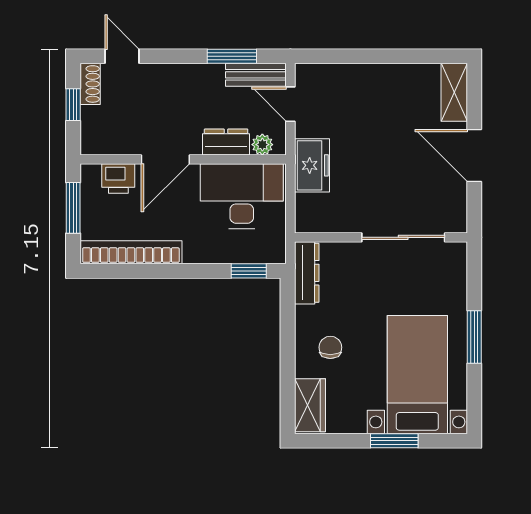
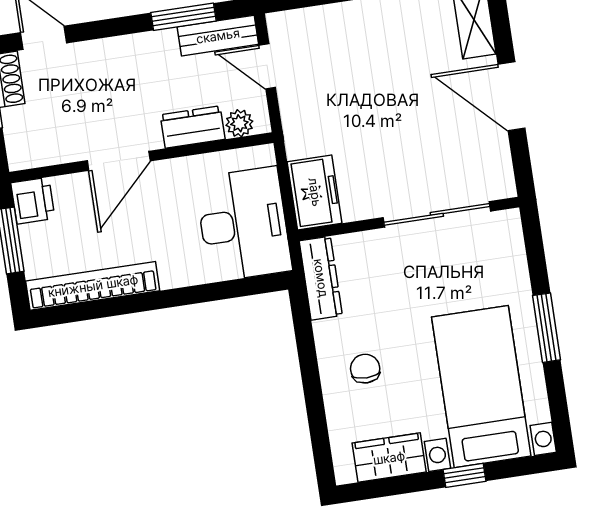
freezer: (312, 165) -> (315, 192), moved
printer: (118, 178) -> (33, 201), moved, turned -90
desk: (242, 196) -> (243, 224), moved, turned 90
window: (249, 271) -> (247, 287), removed
wardrobe: (310, 405) -> (389, 458), moved, turned -90
window: (394, 441) -> (464, 475), width x0.67

